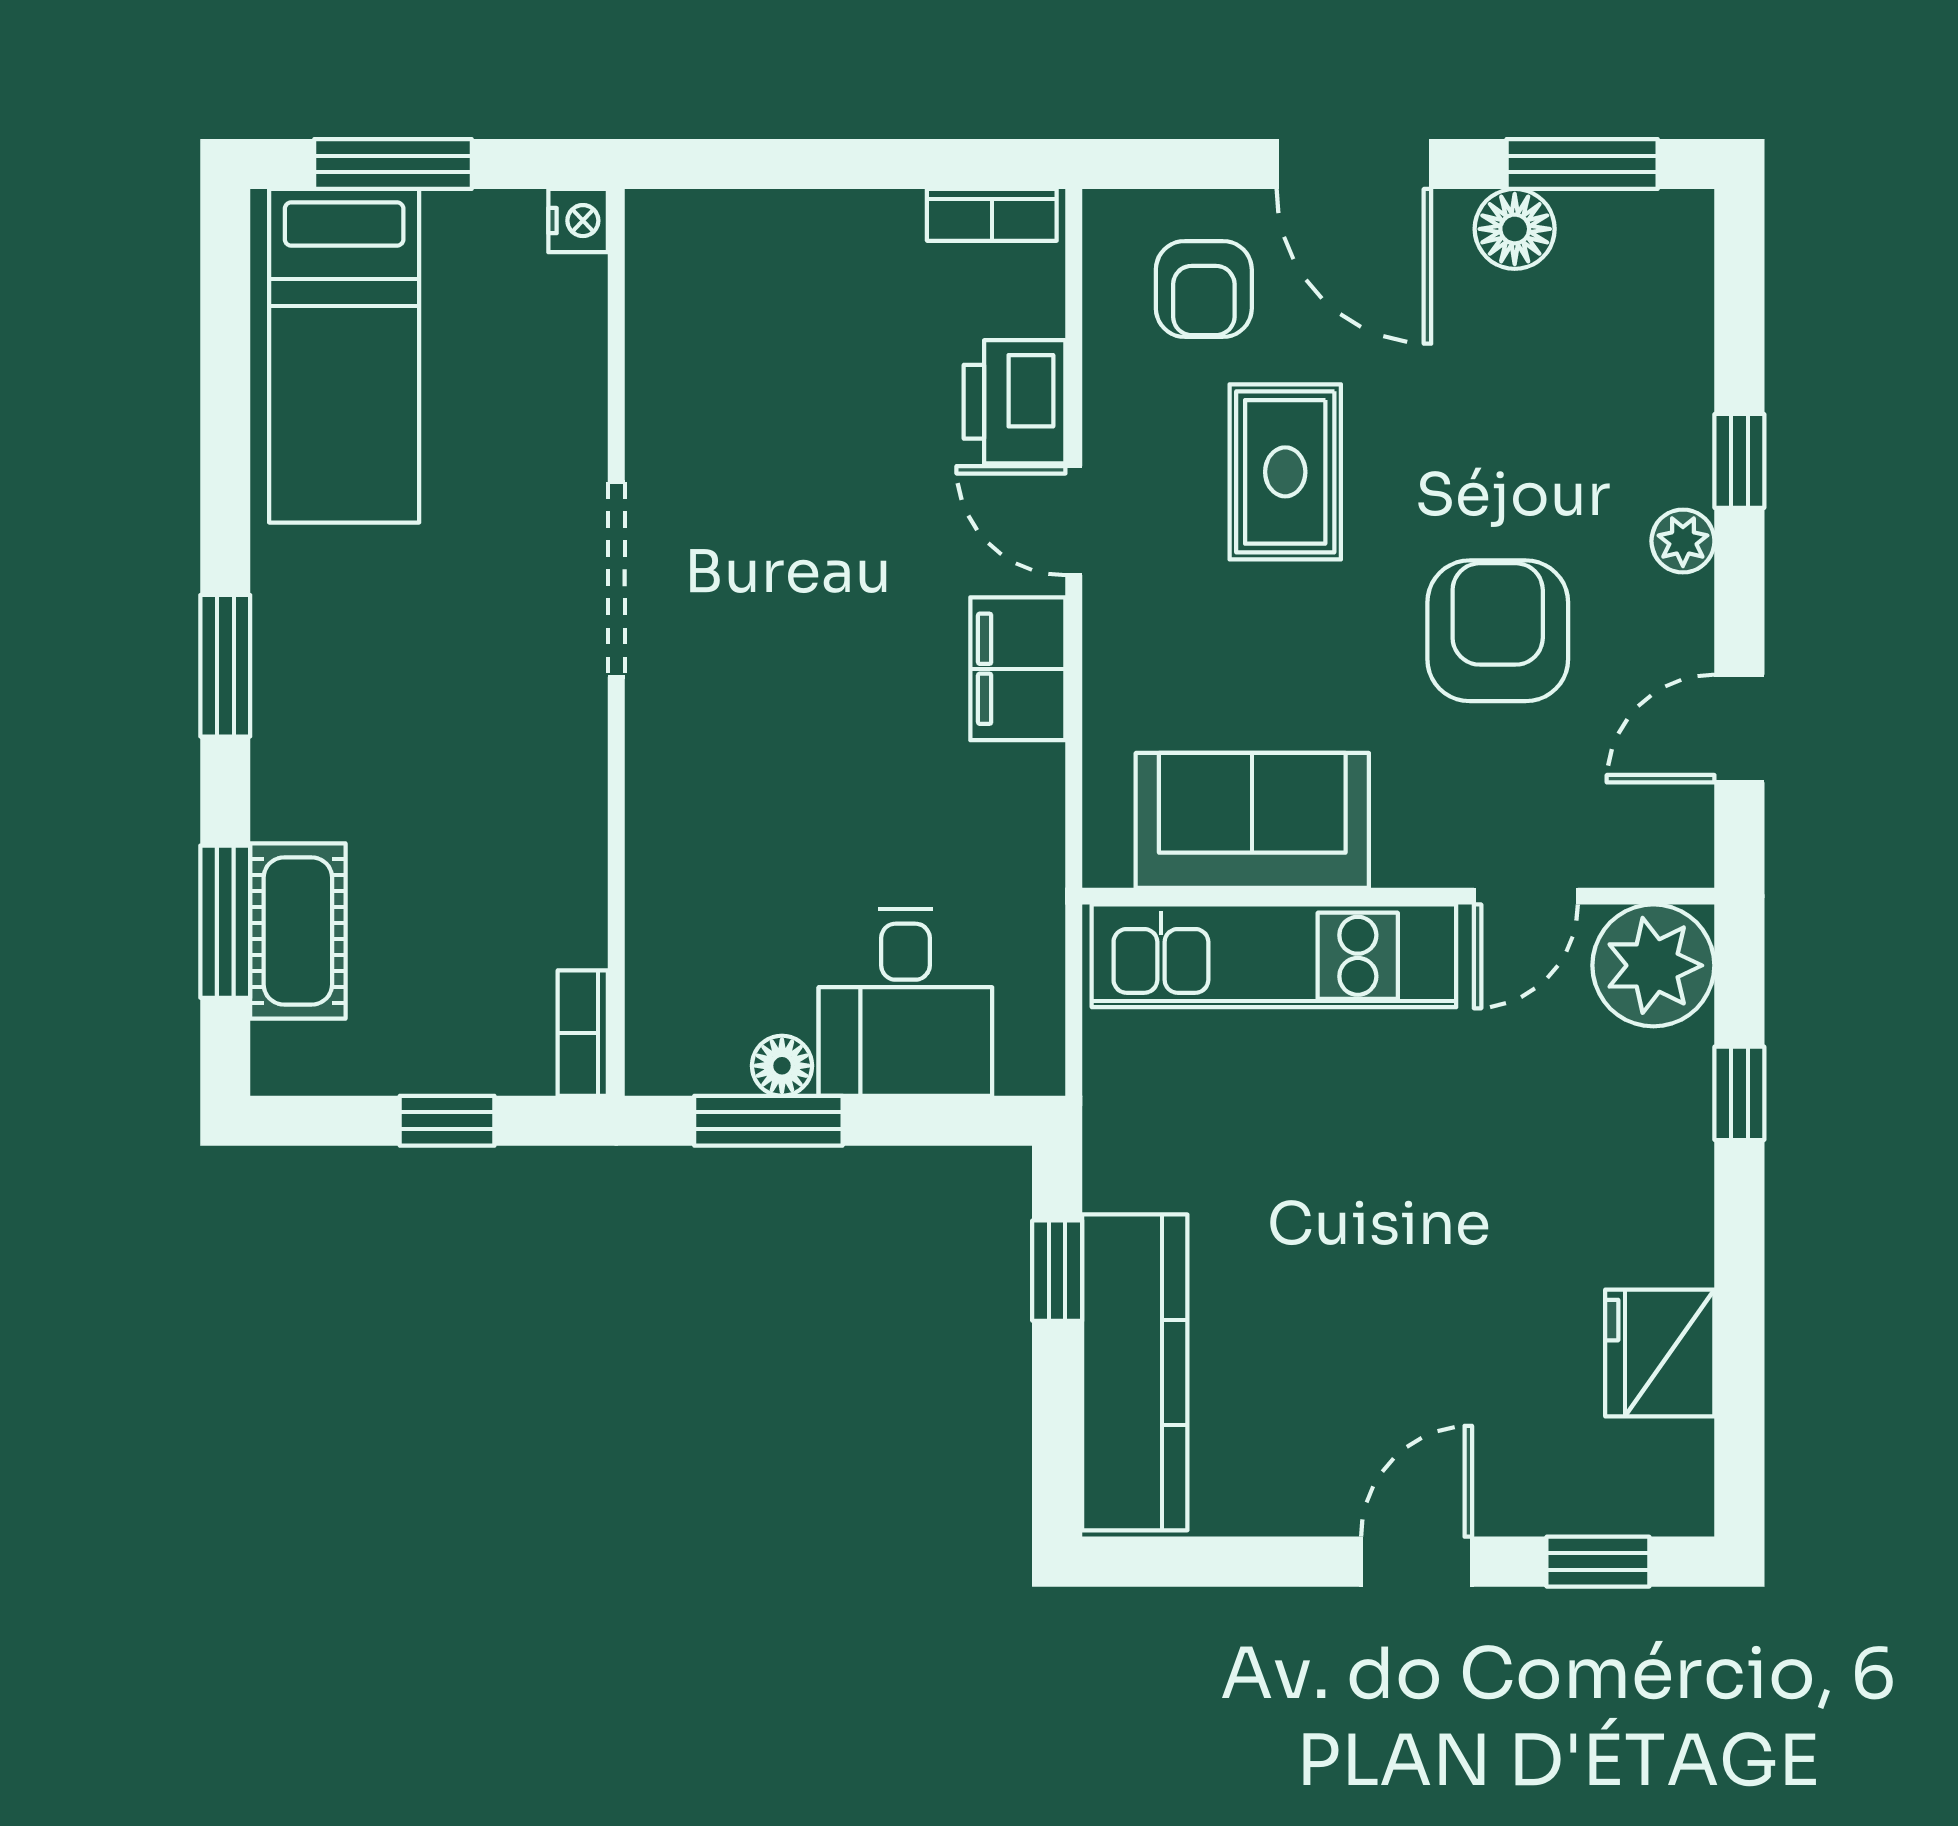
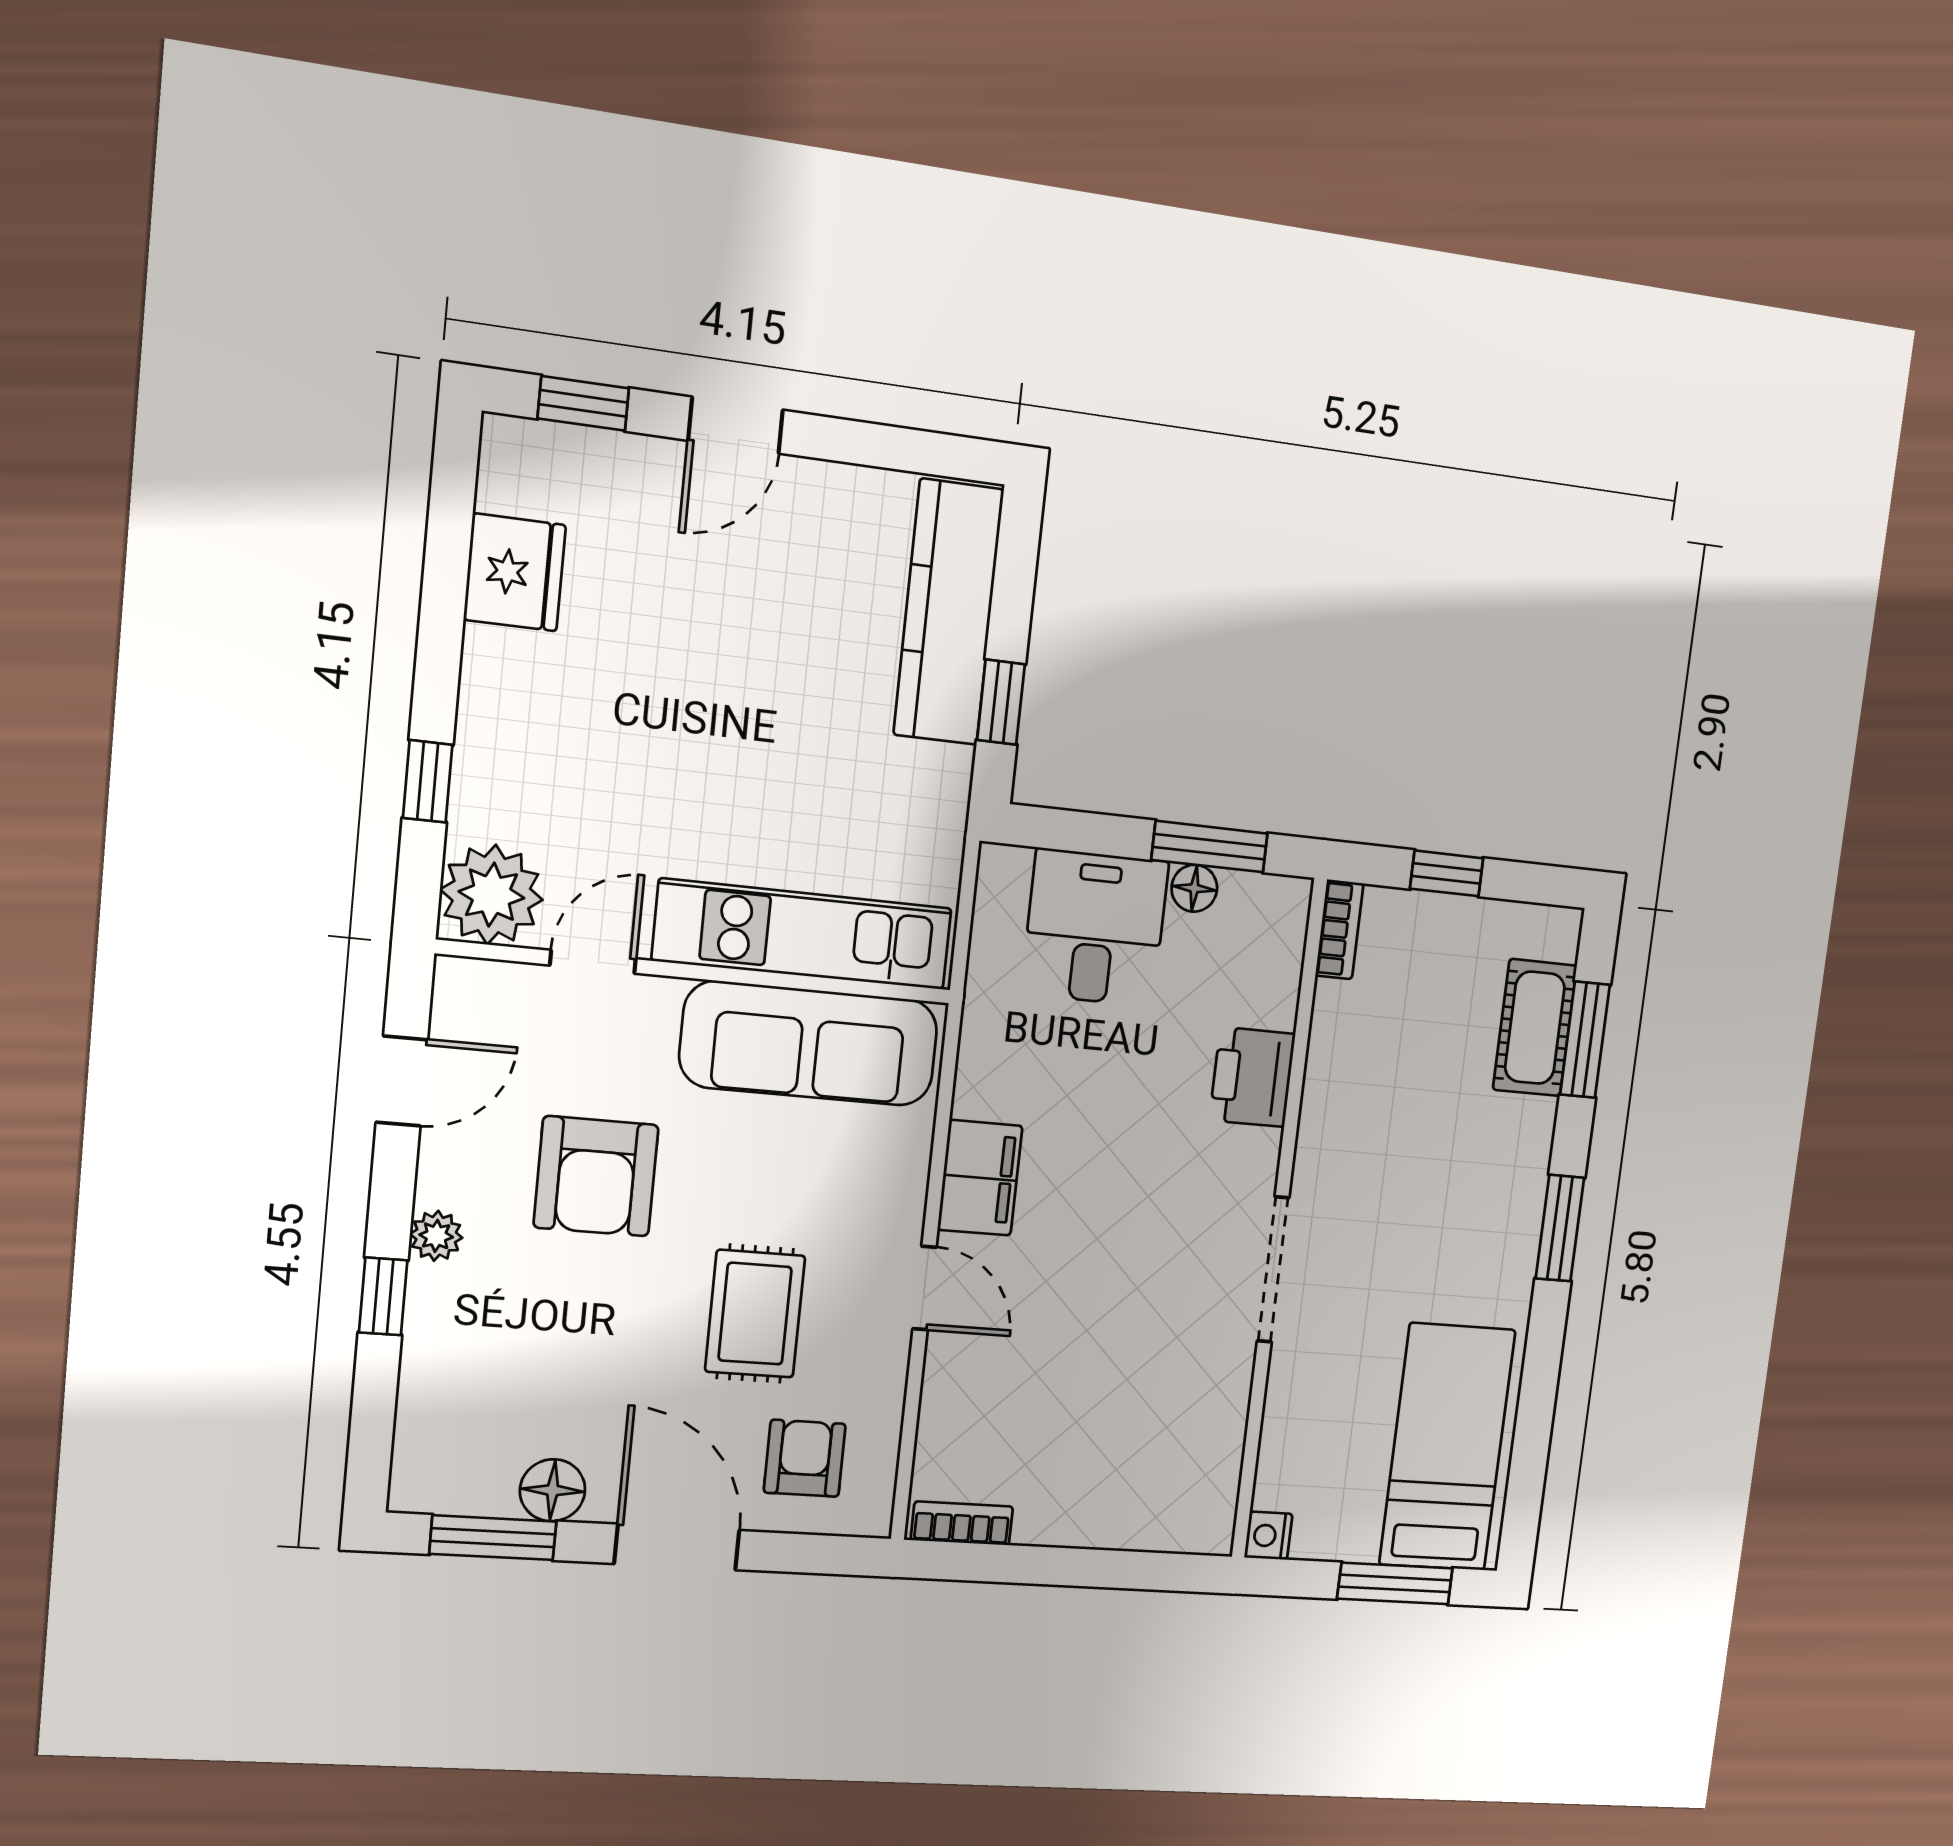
printer: (1015, 402) -> (1252, 1077), moved, turned 180
sofa: (1252, 820) -> (809, 1043), width x1.36

